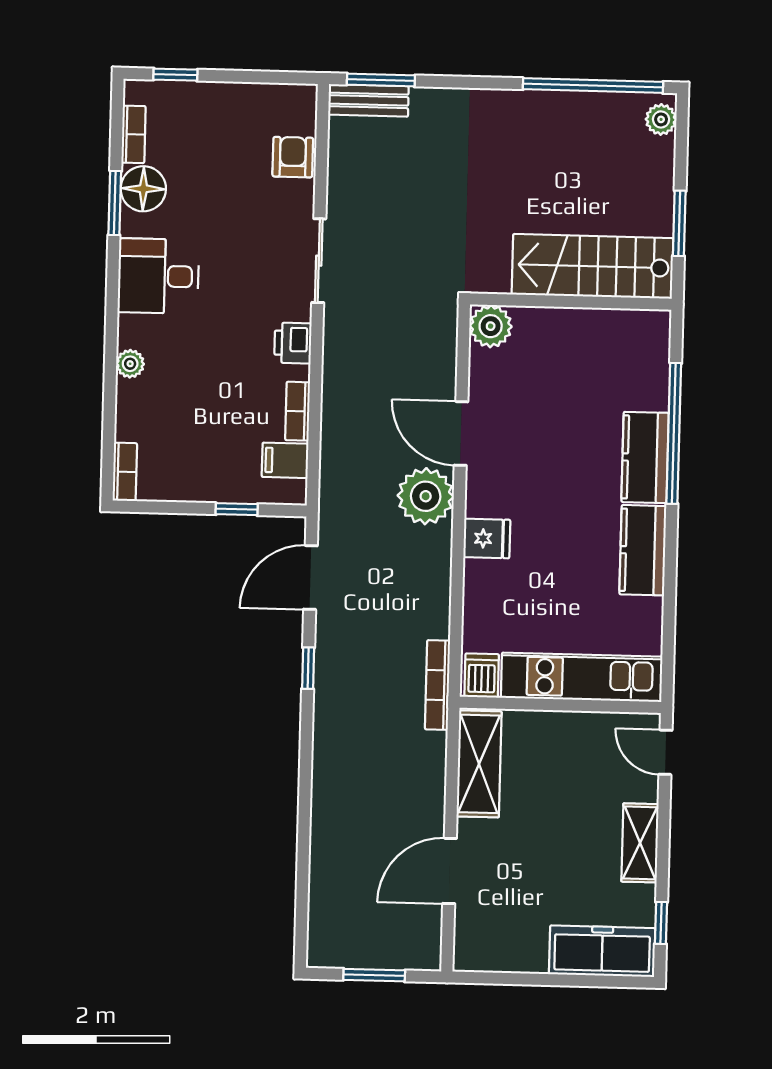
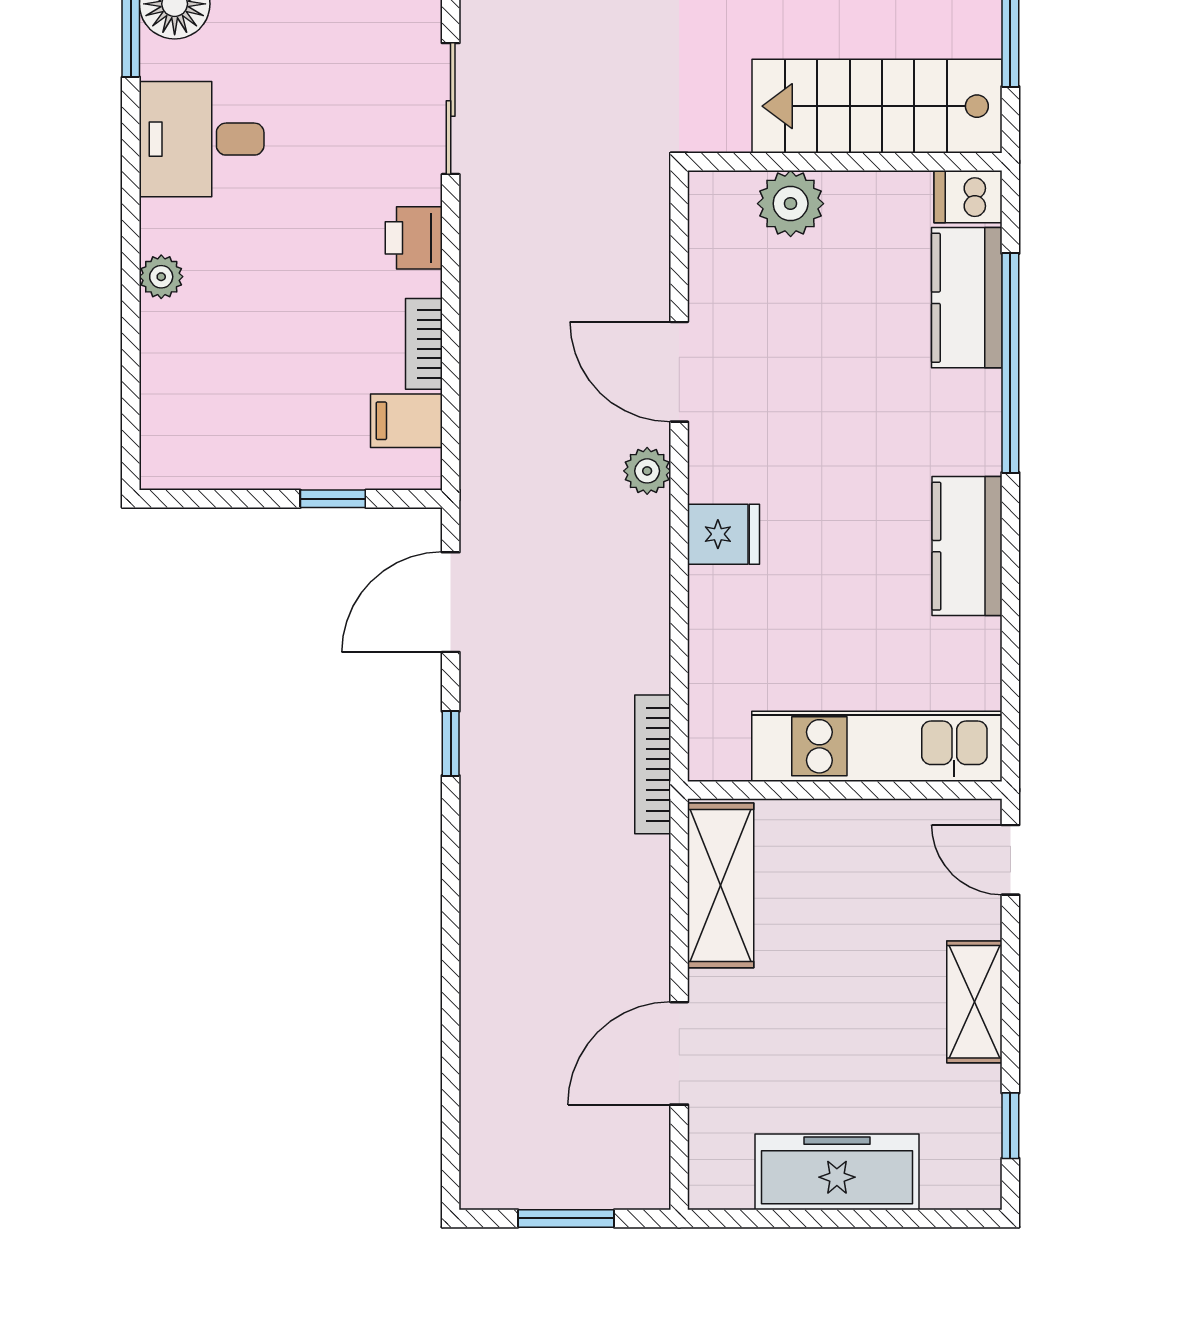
plant: (491, 326) -> (791, 204), moved
kitchen counter: (645, 457) -> (967, 298), moved
bookcase: (125, 472) -> (157, 445), removed
plant: (426, 496) -> (647, 471), width x0.53, depth x0.53
dishwasher: (482, 675) -> (968, 197), moved, turned -90
freezer: (602, 951) -> (837, 1172), moved

